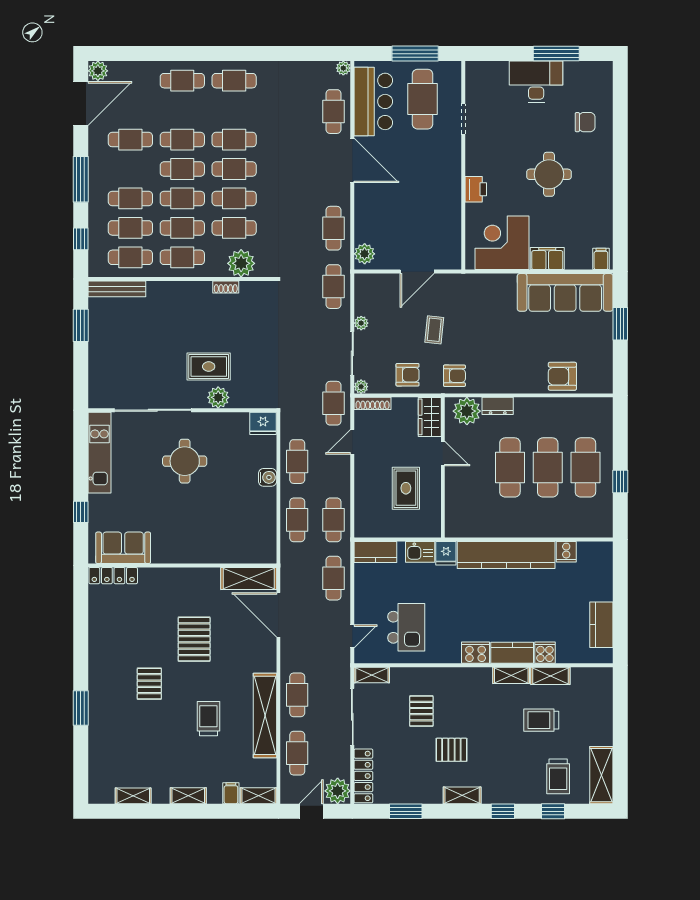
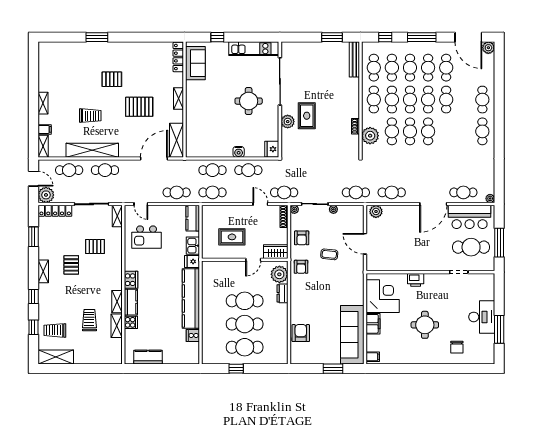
cafe table: (234, 140) -> (428, 68), moved
shelving: (133, 796) -> (178, 99), moved

